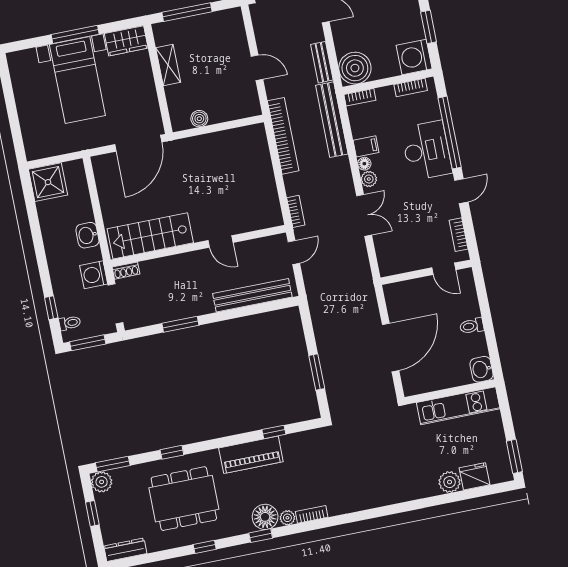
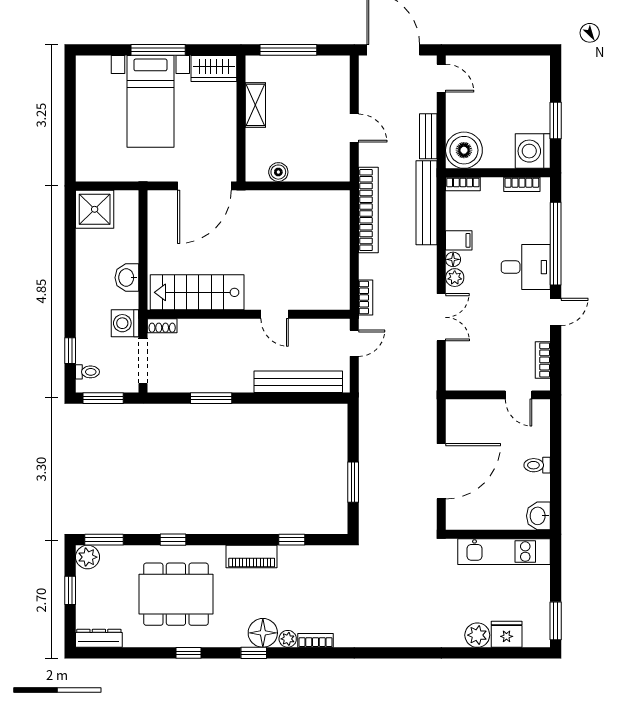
desk: (427, 151) -> (526, 267), width x0.73
piano: (251, 455) -> (252, 556), width x0.73, depth x0.75

